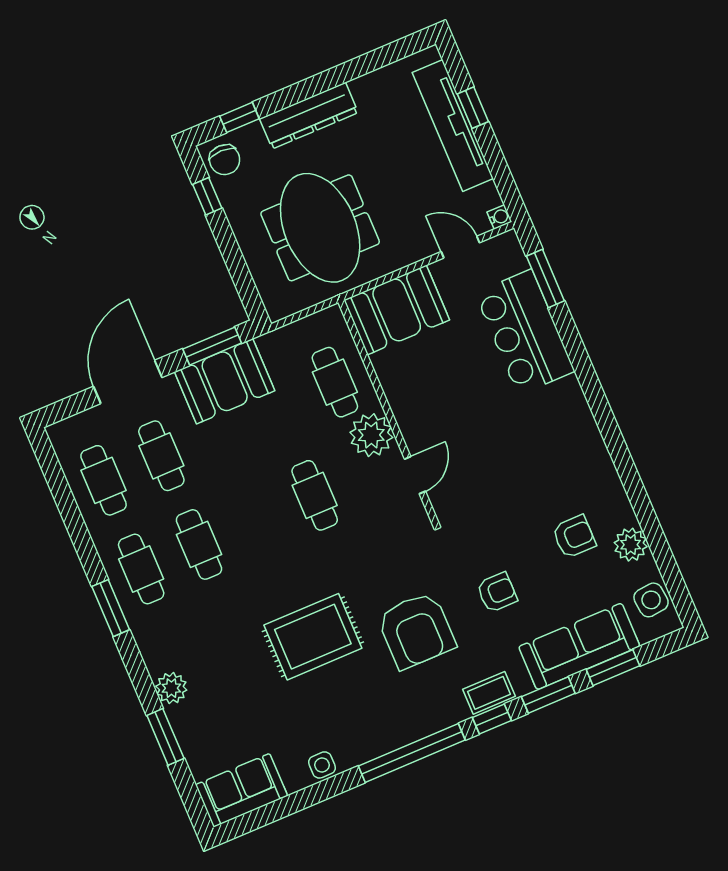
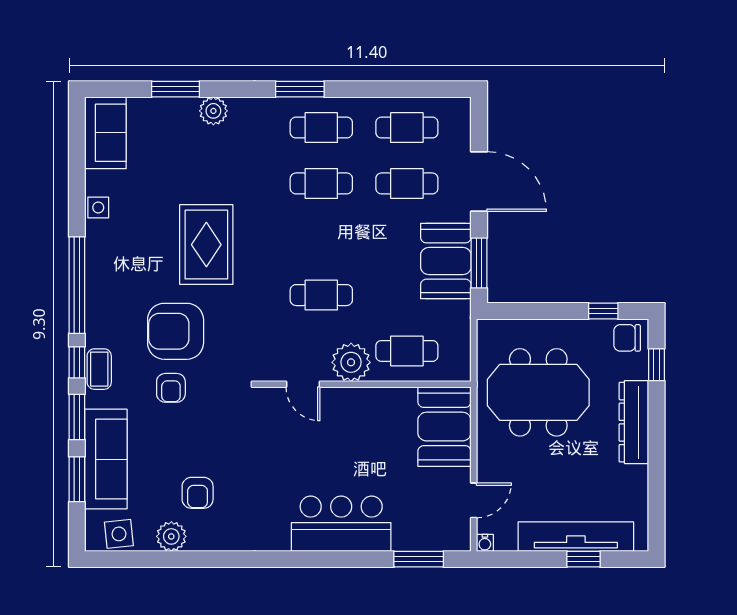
bar counter: (525, 332) -> (341, 524), moved
armchair: (497, 592) -> (171, 388), moved

